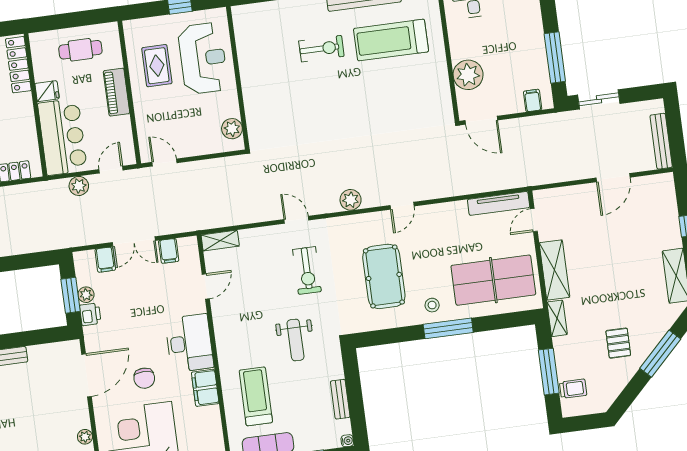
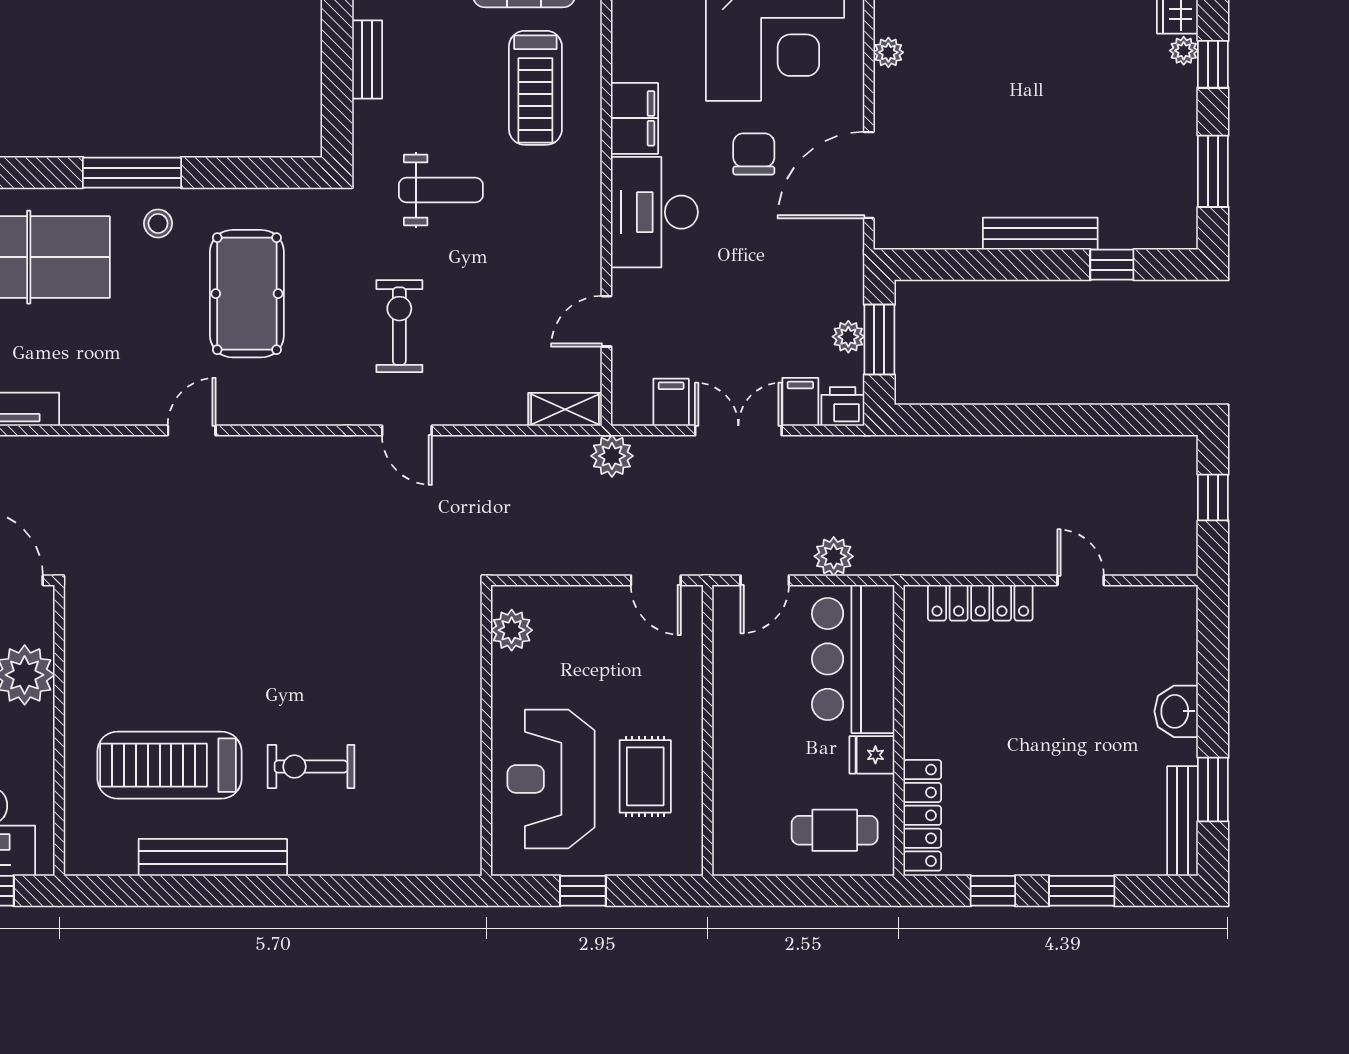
treadmill: (391, 40) -> (169, 765), turned 180
cafe table: (80, 50) -> (835, 830), moved
piano: (117, 92) -> (733, 734), removed
plant: (351, 200) -> (612, 456), moved
printer: (90, 314) -> (843, 407), moved, turned 90
weight bench: (295, 340) -> (441, 190), turned 90

